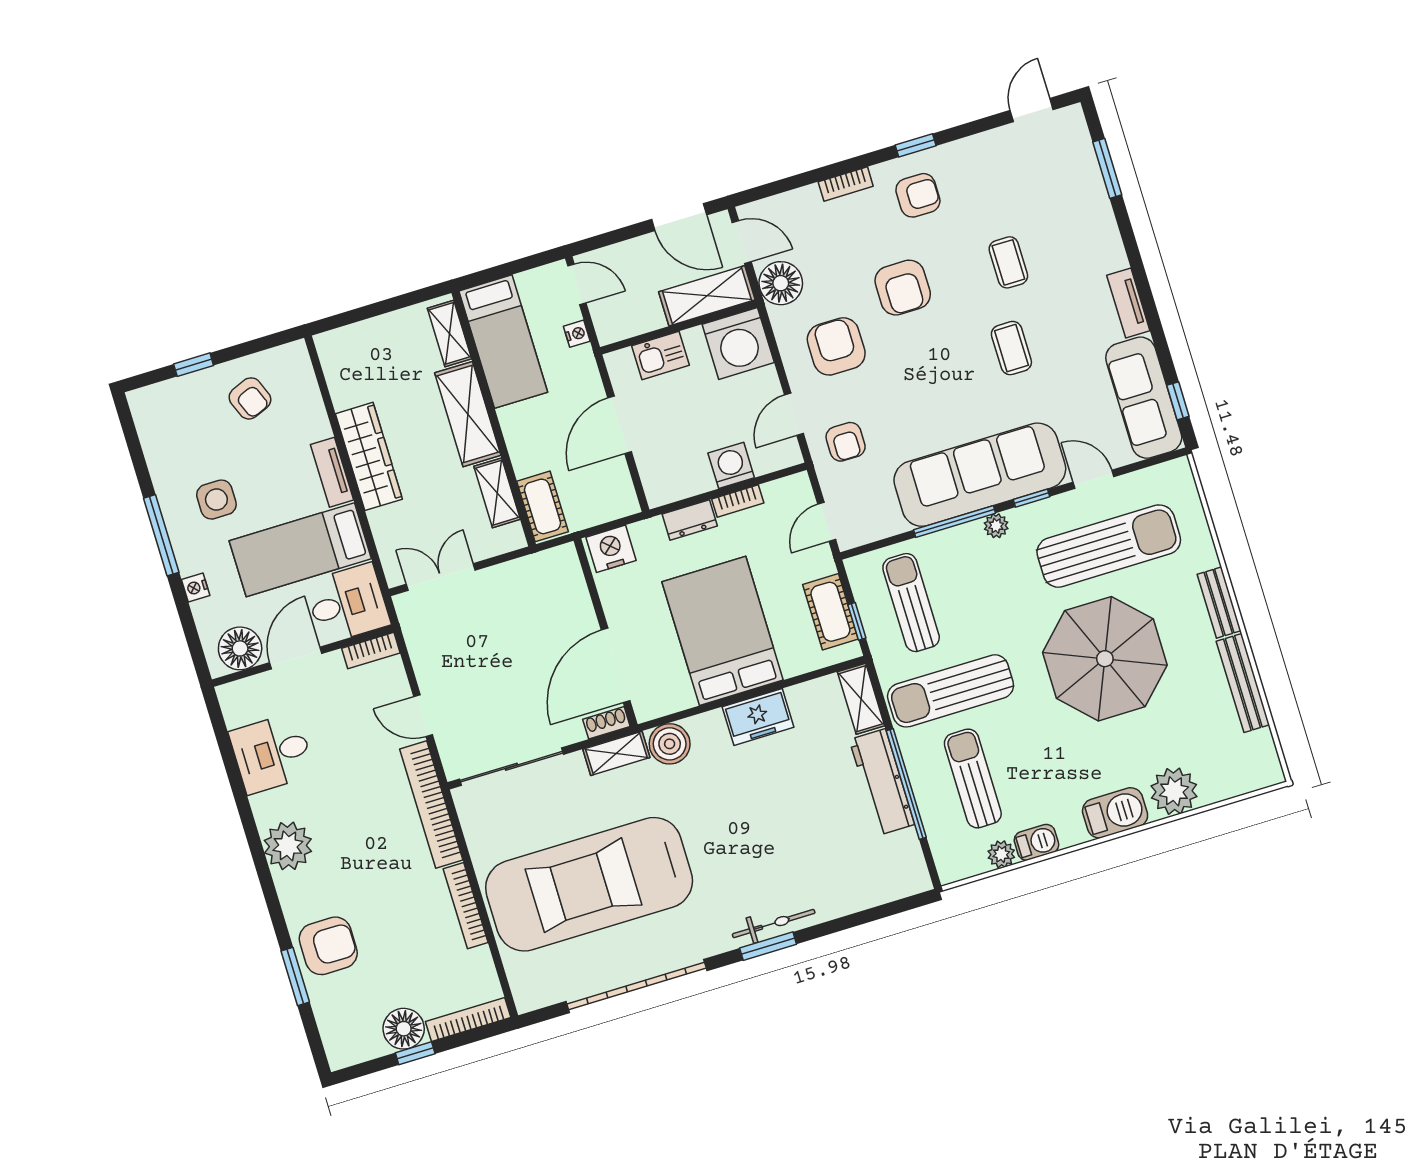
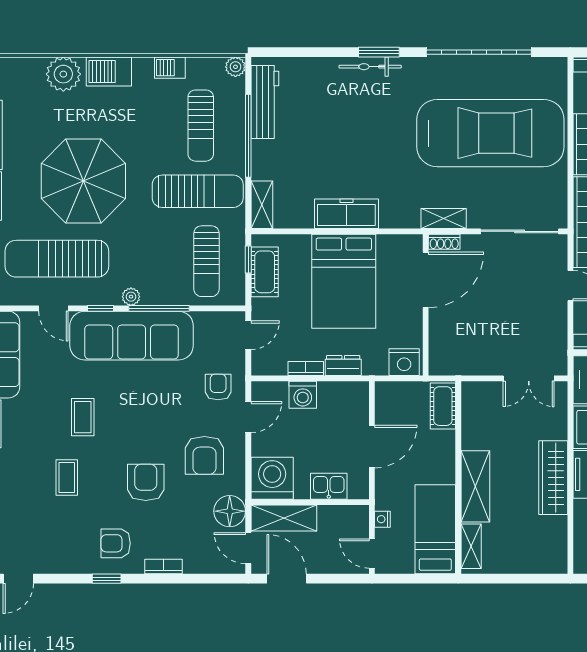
shelving: (497, 493) -> (472, 425), removed
freezer: (758, 717) -> (346, 214), width x1.40
boiler: (670, 744) -> (405, 214), removed
workbench: (882, 782) -> (265, 102), moved
plant: (1001, 854) -> (235, 67), moved

